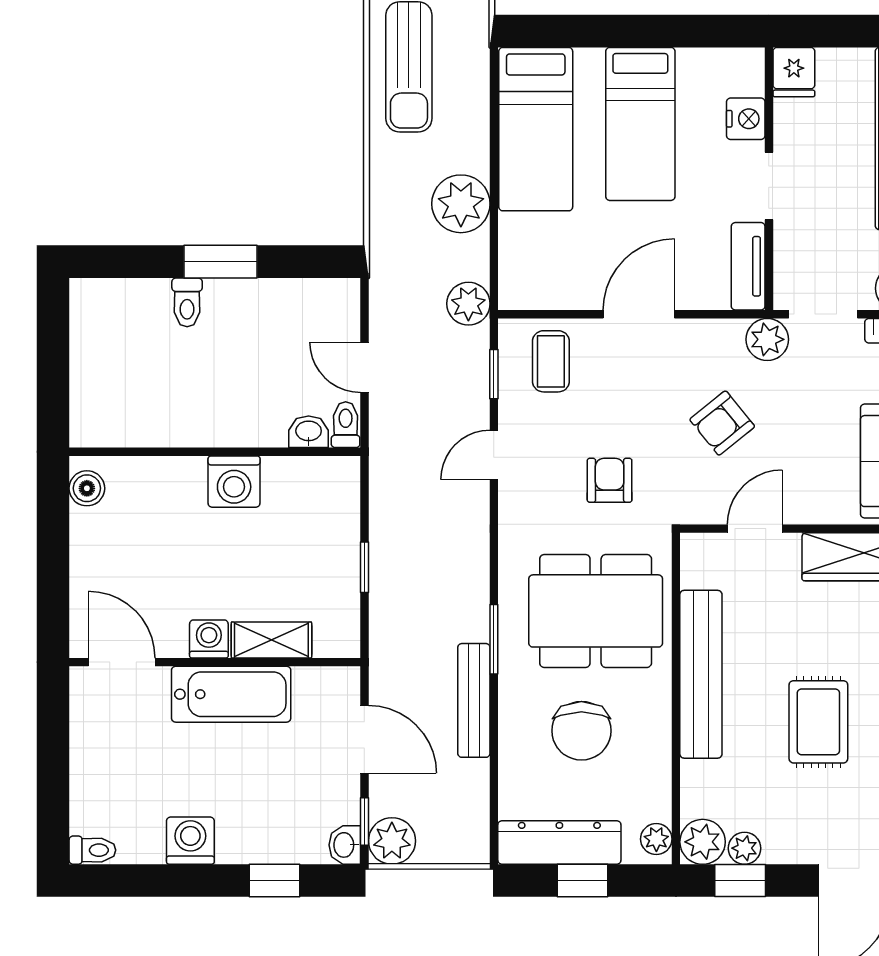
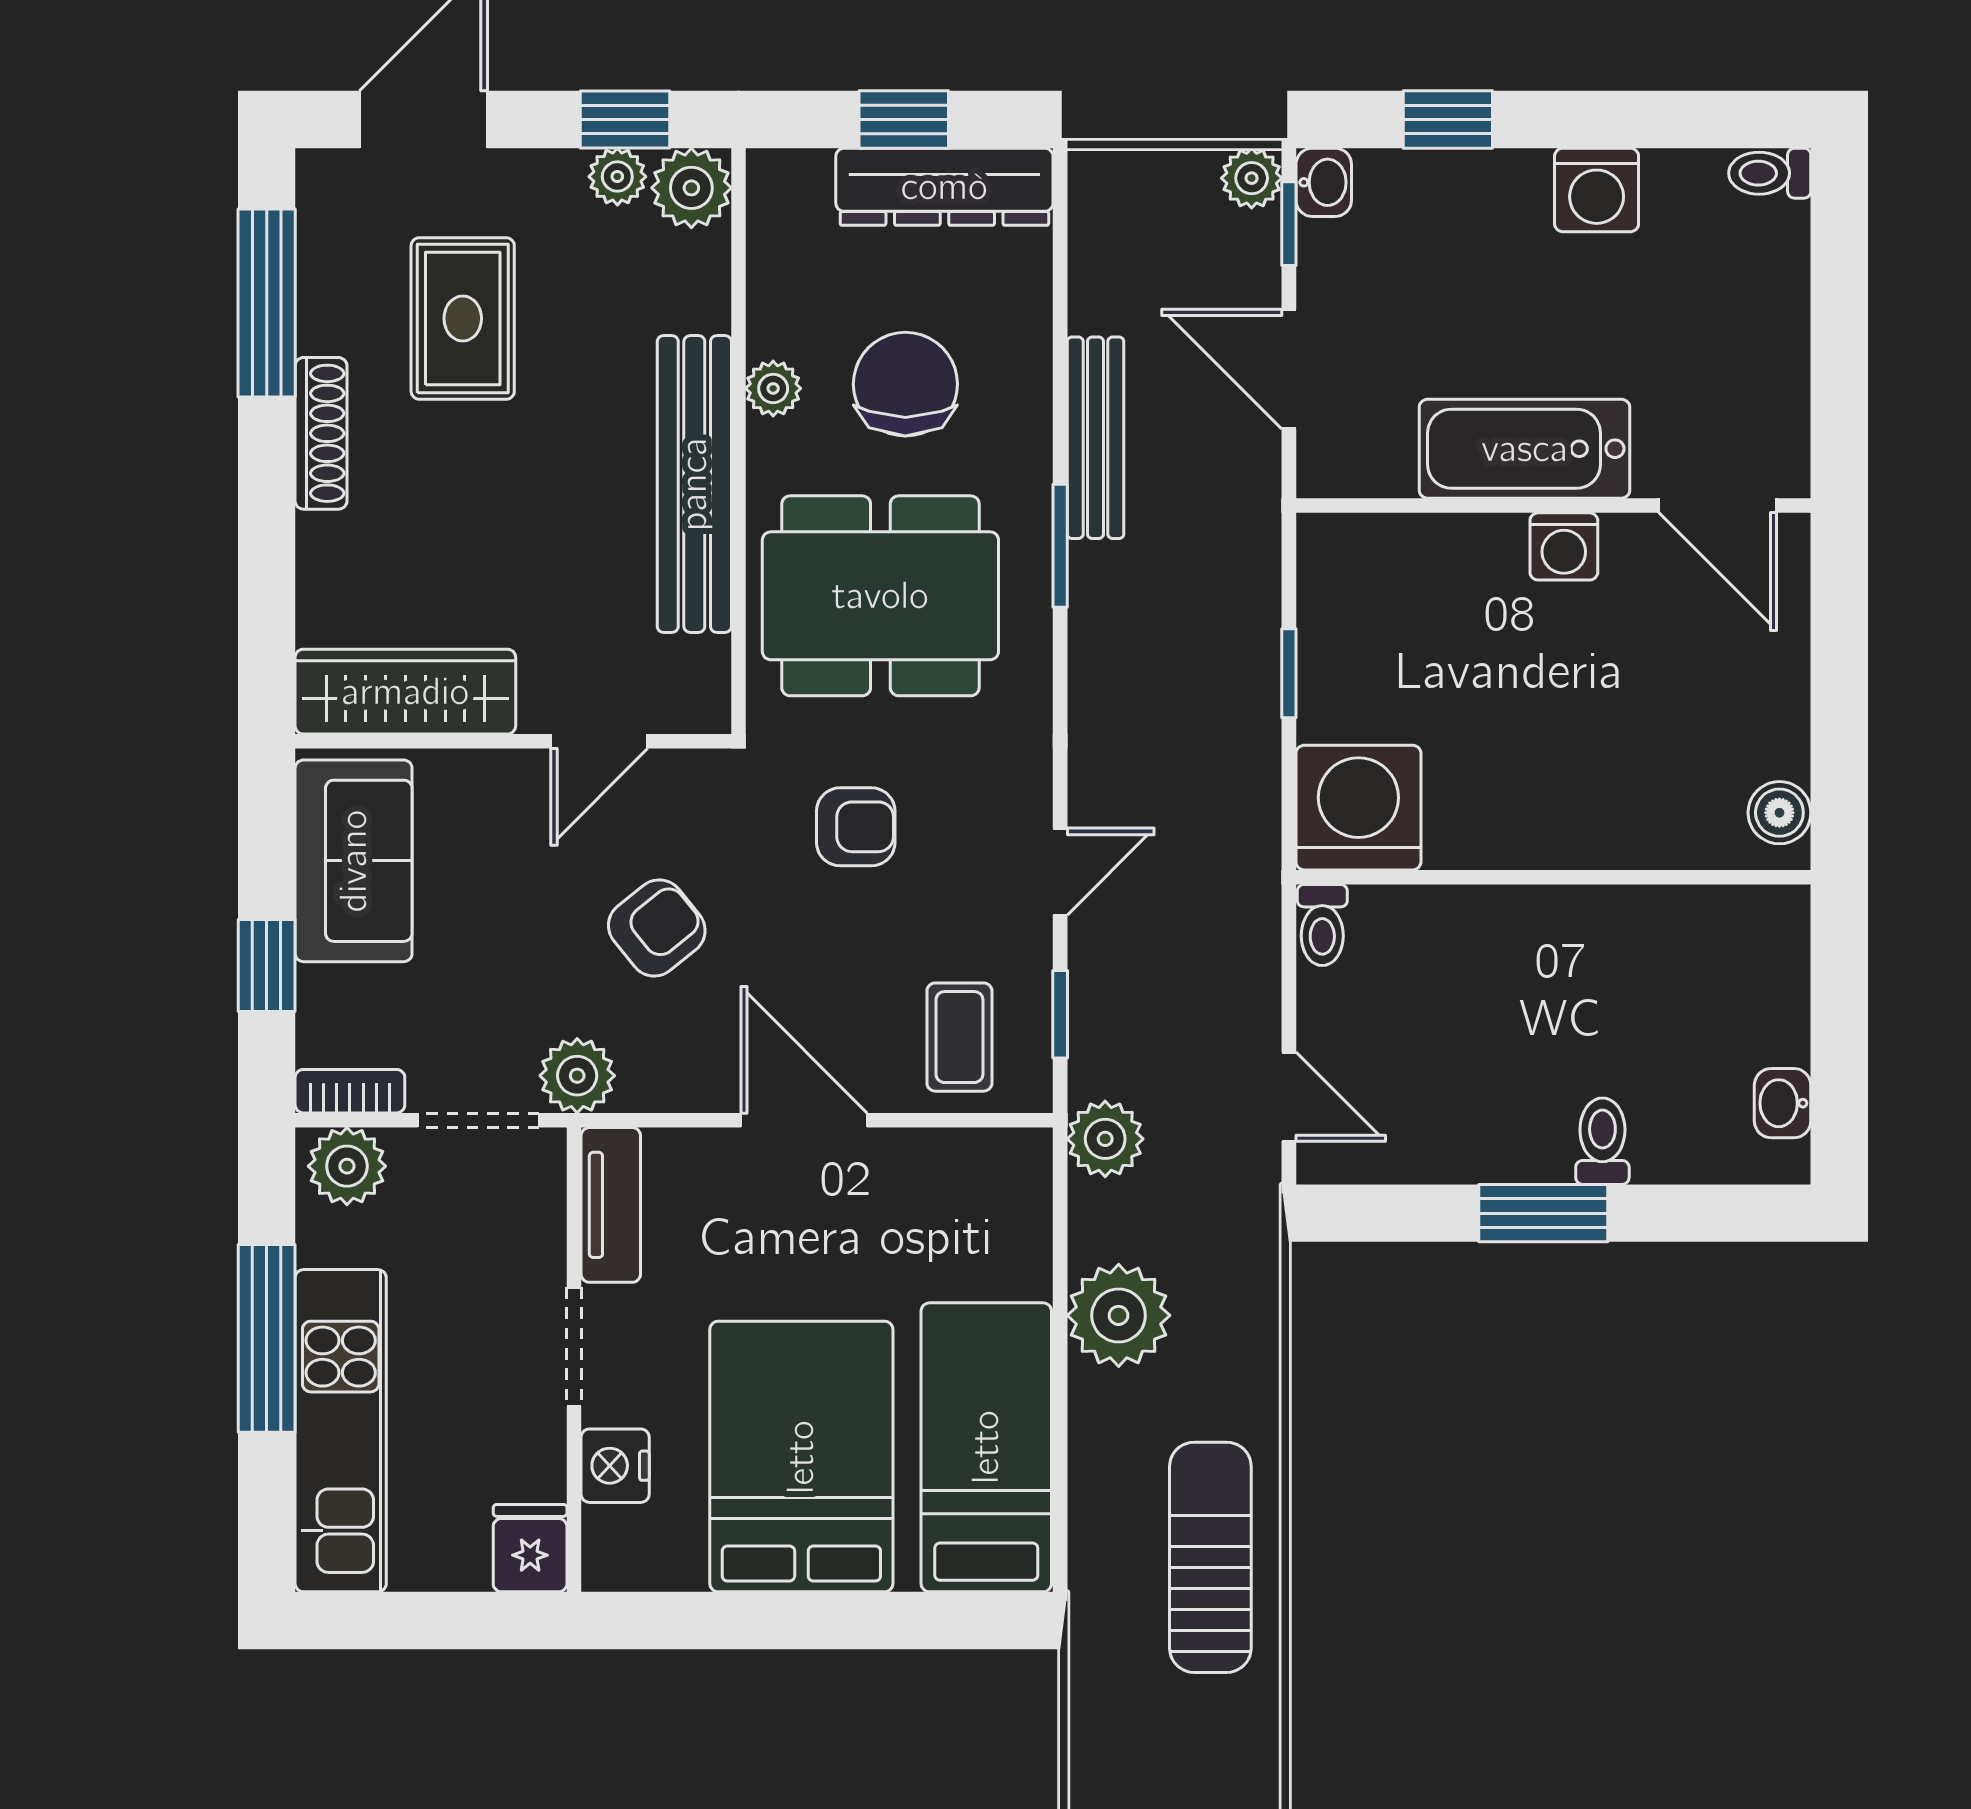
bed: (640, 124) -> (801, 1457), width x1.50
door: (639, 314) -> (804, 1120), swing flipped
door: (364, 367) -> (1289, 1097), moved
washbasin: (309, 432) -> (1783, 1103), moved, turned 90
armchair: (610, 480) -> (856, 827), turned -90
washing machine: (234, 482) -> (1358, 808), moved, width x1.37, depth x1.37
shelving: (271, 640) -> (1453, 544), removed
rug: (818, 722) -> (463, 318), moved
plant: (656, 839) -> (773, 388), moved
plant: (392, 841) -> (1252, 178), width x0.73, depth x0.73

